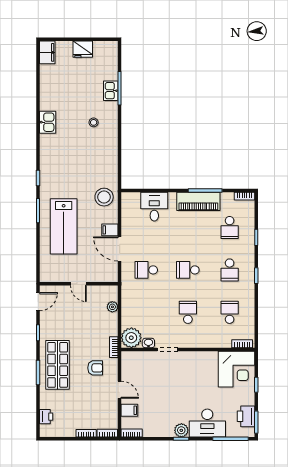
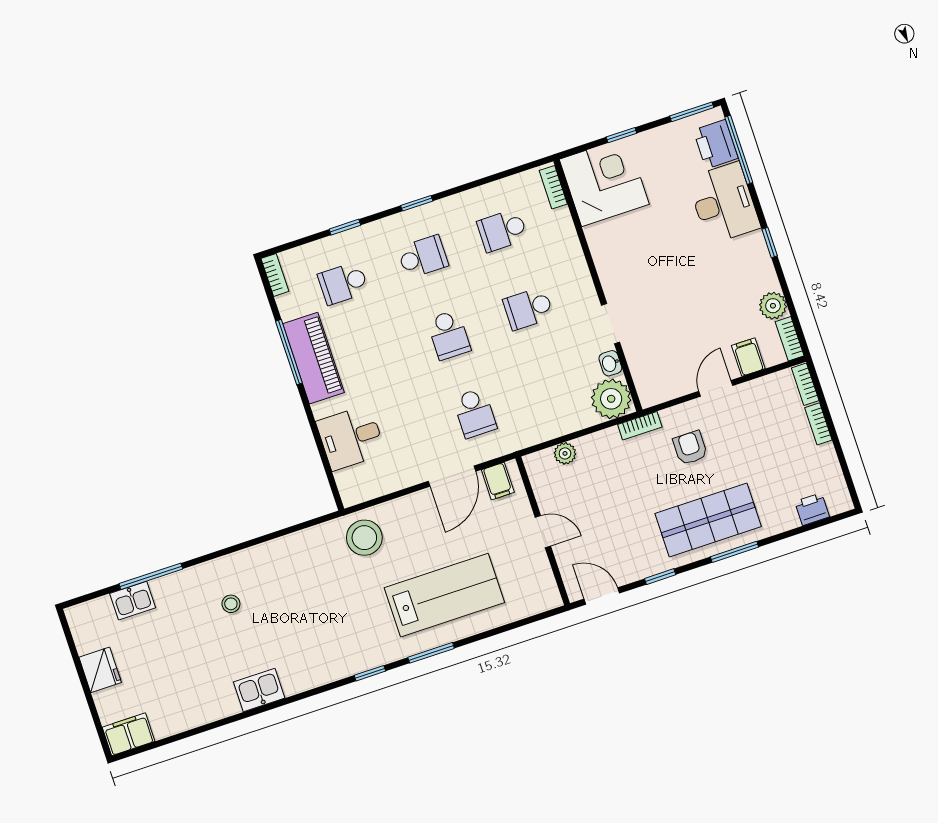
kitchen sink: (111, 91) -> (133, 601), moved
school desk: (230, 228) -> (343, 283), turned 180
filing cabinet: (110, 230) -> (498, 481), moved
door: (78, 284) -> (543, 532), hinge flipped
printer: (246, 416) -> (716, 144), moved, turned 90
plant: (181, 430) -> (773, 306), moved

